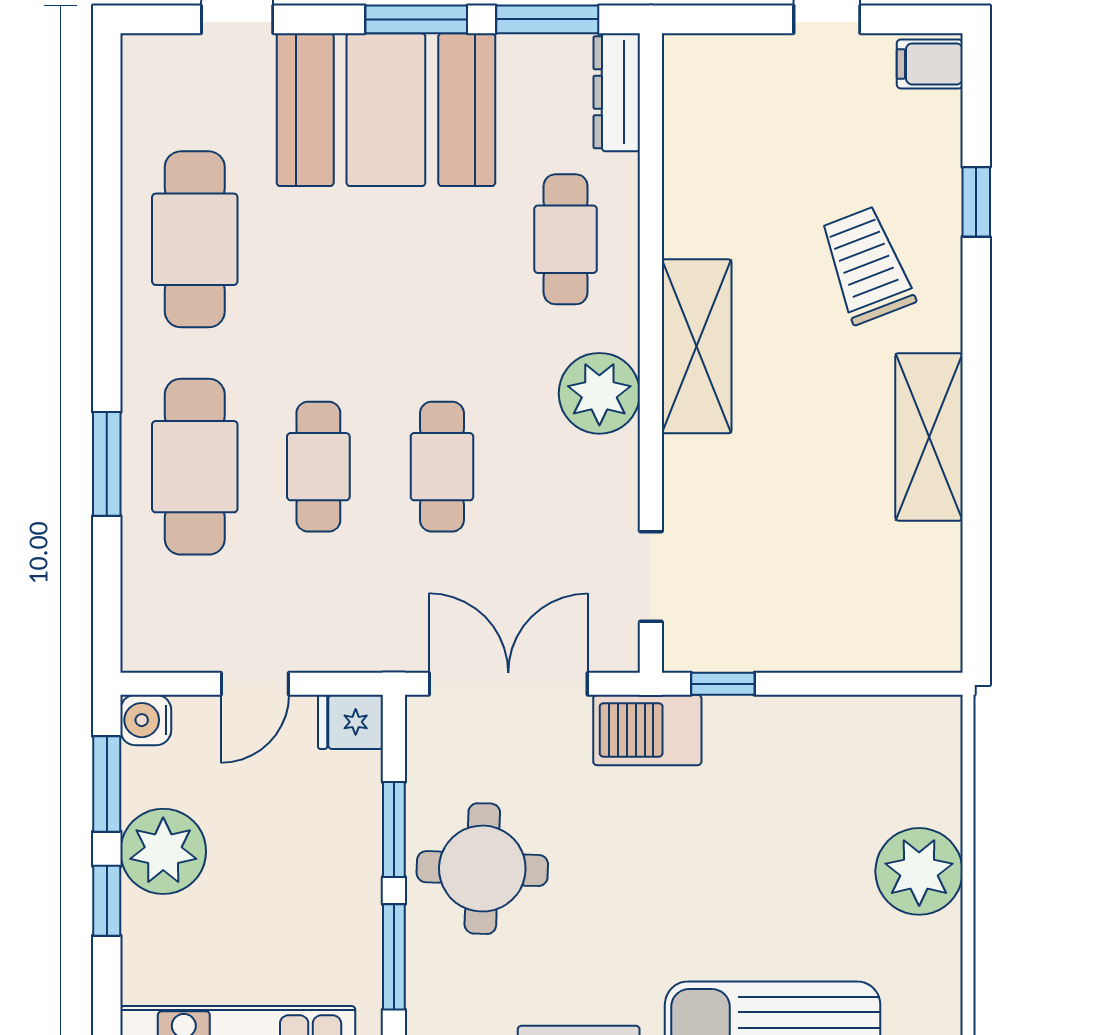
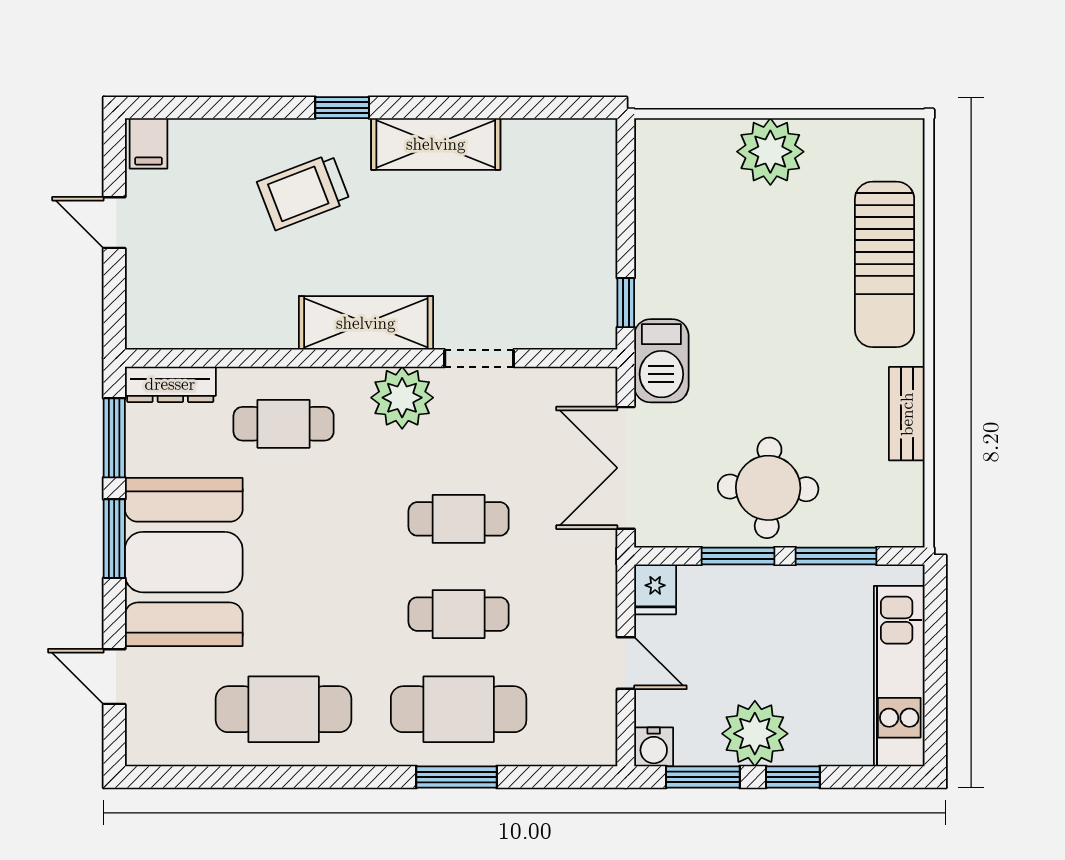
window: (976, 202) -> (342, 108), moved
doorway: (651, 576) -> (479, 358), moved

